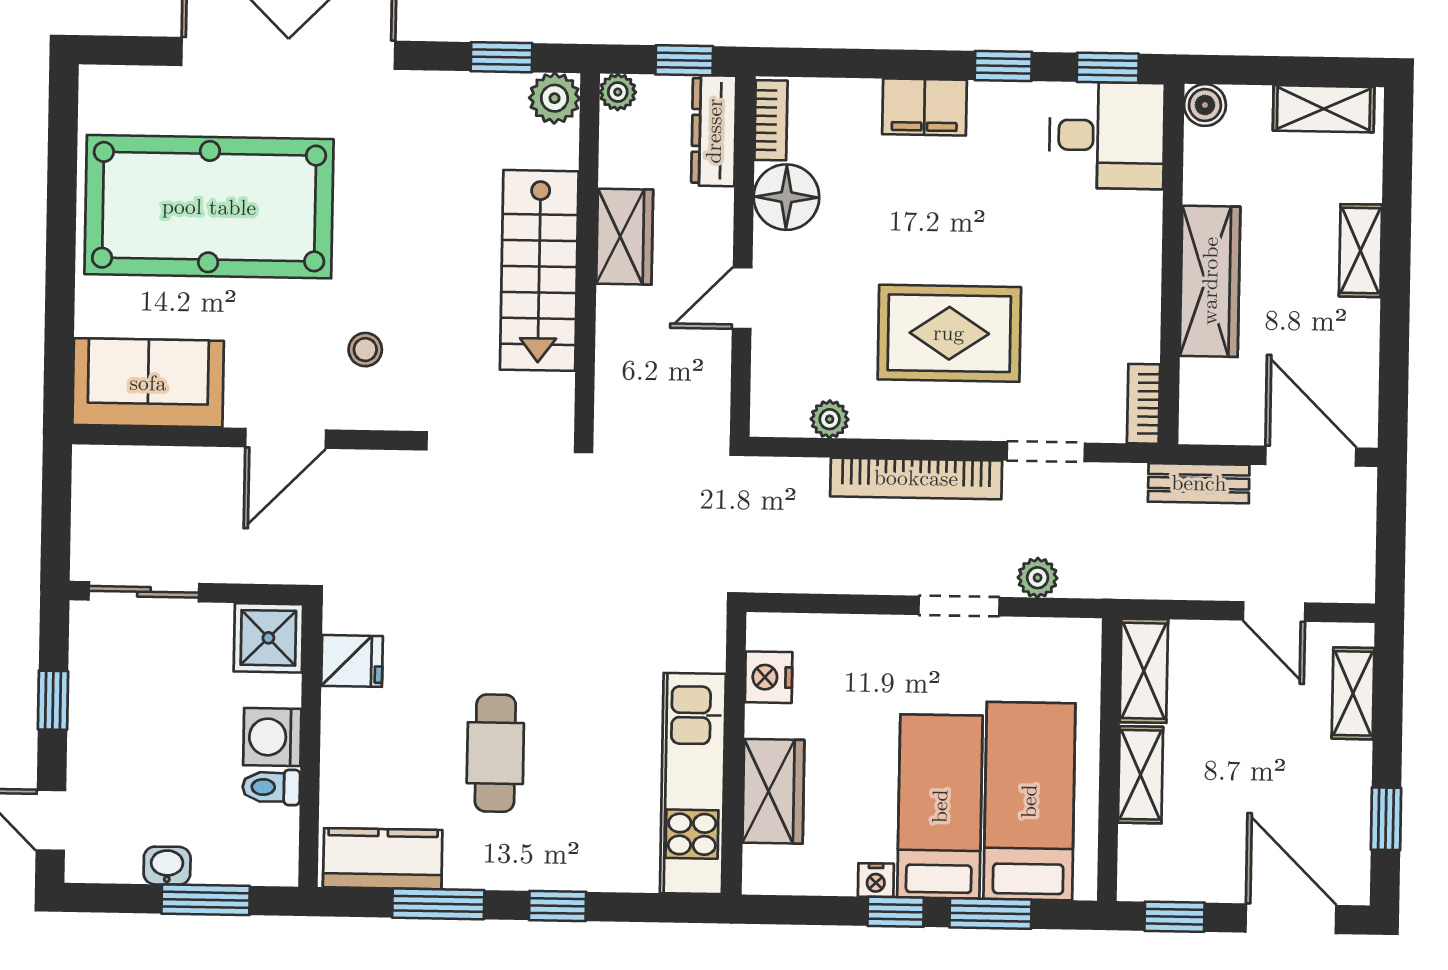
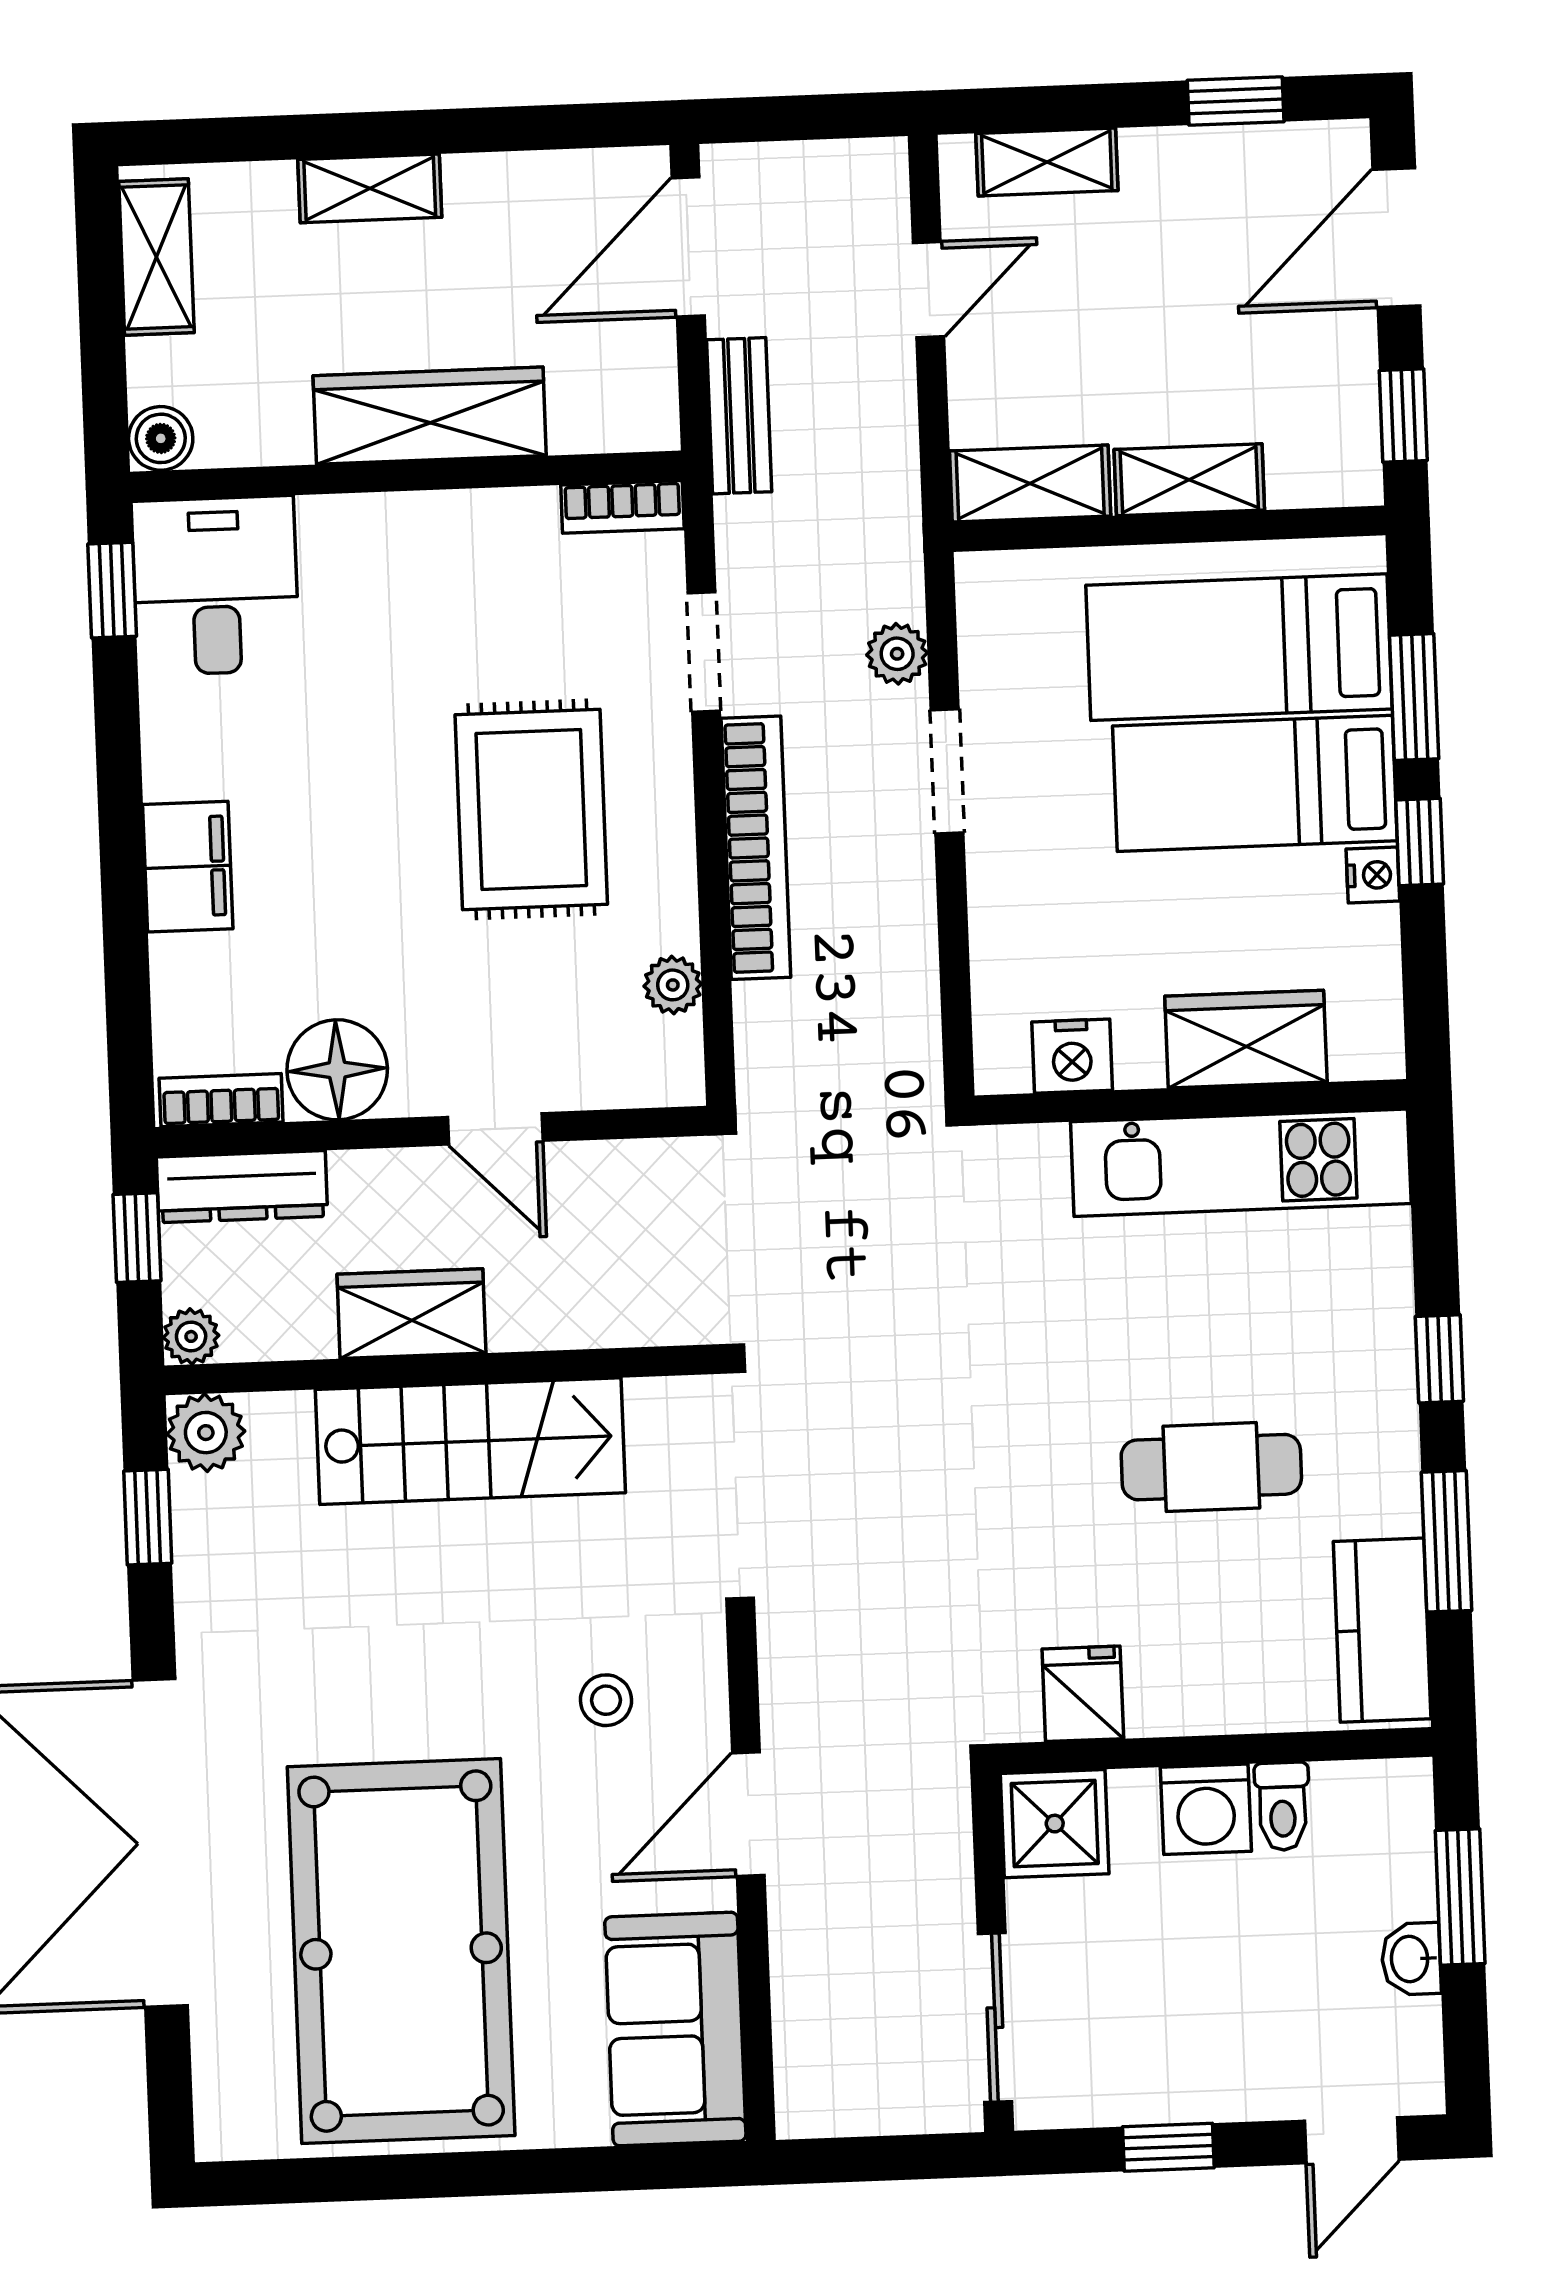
window: (1003, 66) -> (118, 750), removed
door: (286, 438) -> (748, 1814), swing flipped

